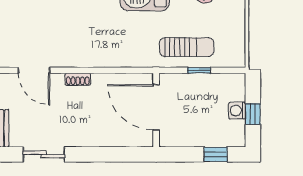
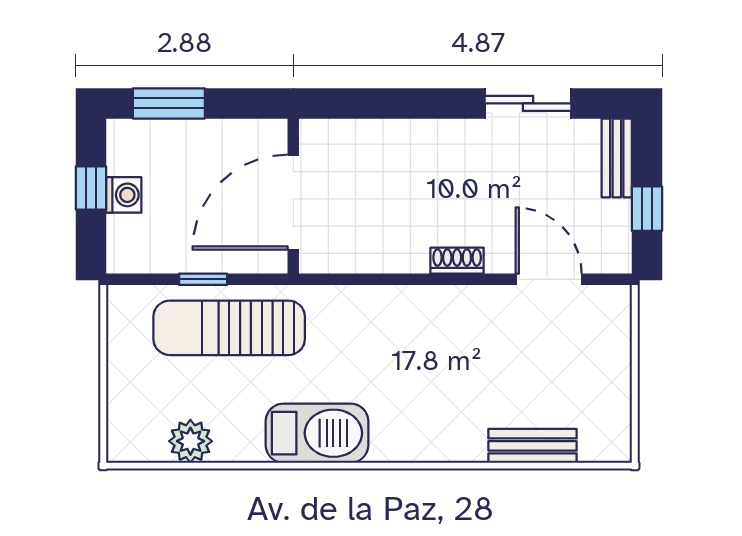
sun lounger: (187, 47) -> (229, 328), width x1.36, depth x1.34
door: (156, 107) -> (293, 202), swing flipped
window: (216, 154) -> (169, 103), width x1.50

